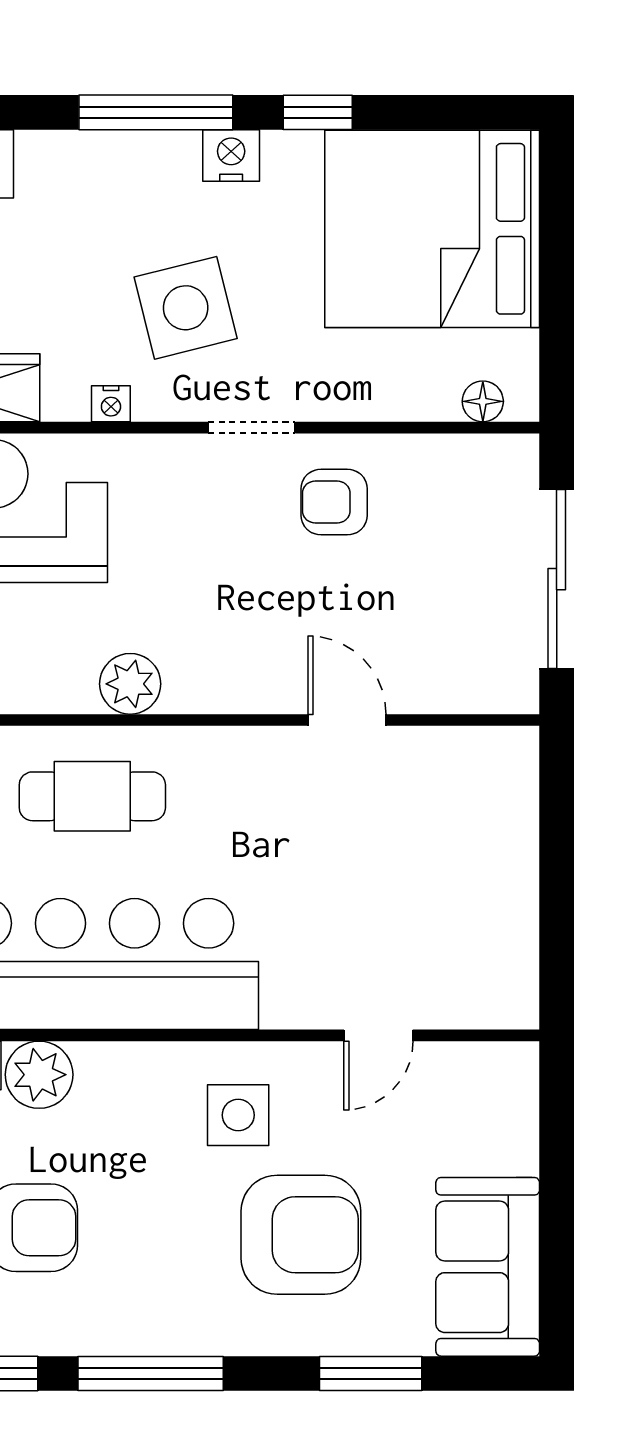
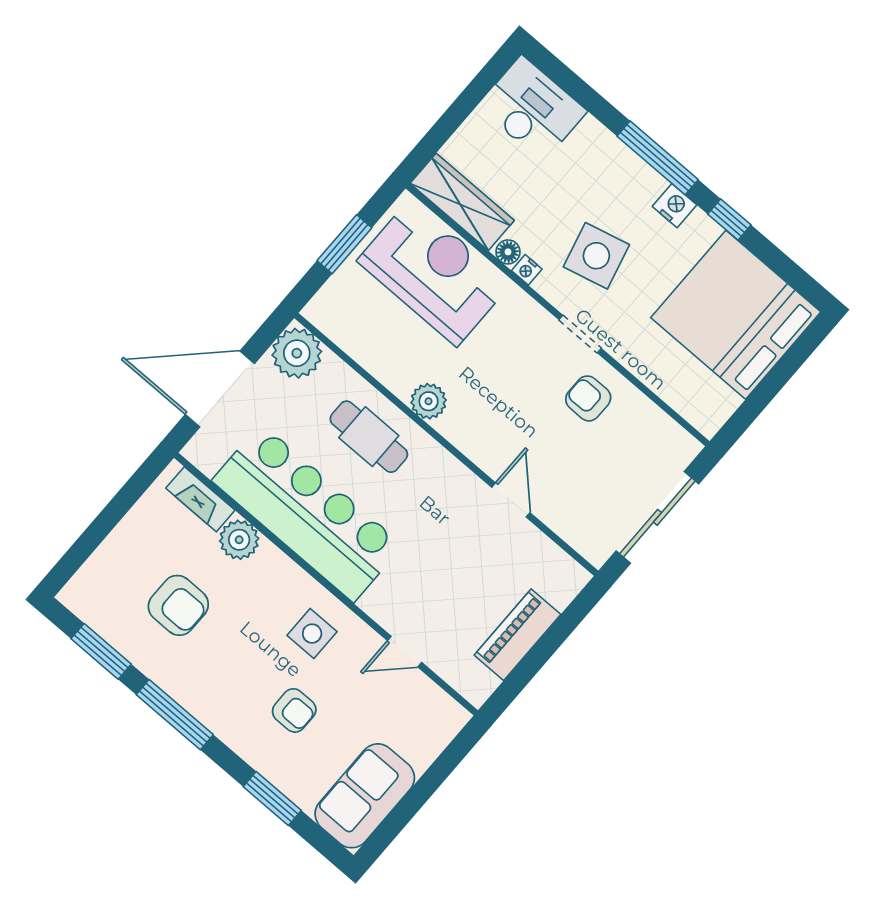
floor lamp: (483, 401) -> (508, 252), moved
piano: (506, 887) -> (517, 635), added
armchair: (301, 1235) -> (294, 710), width x0.53, depth x0.53

